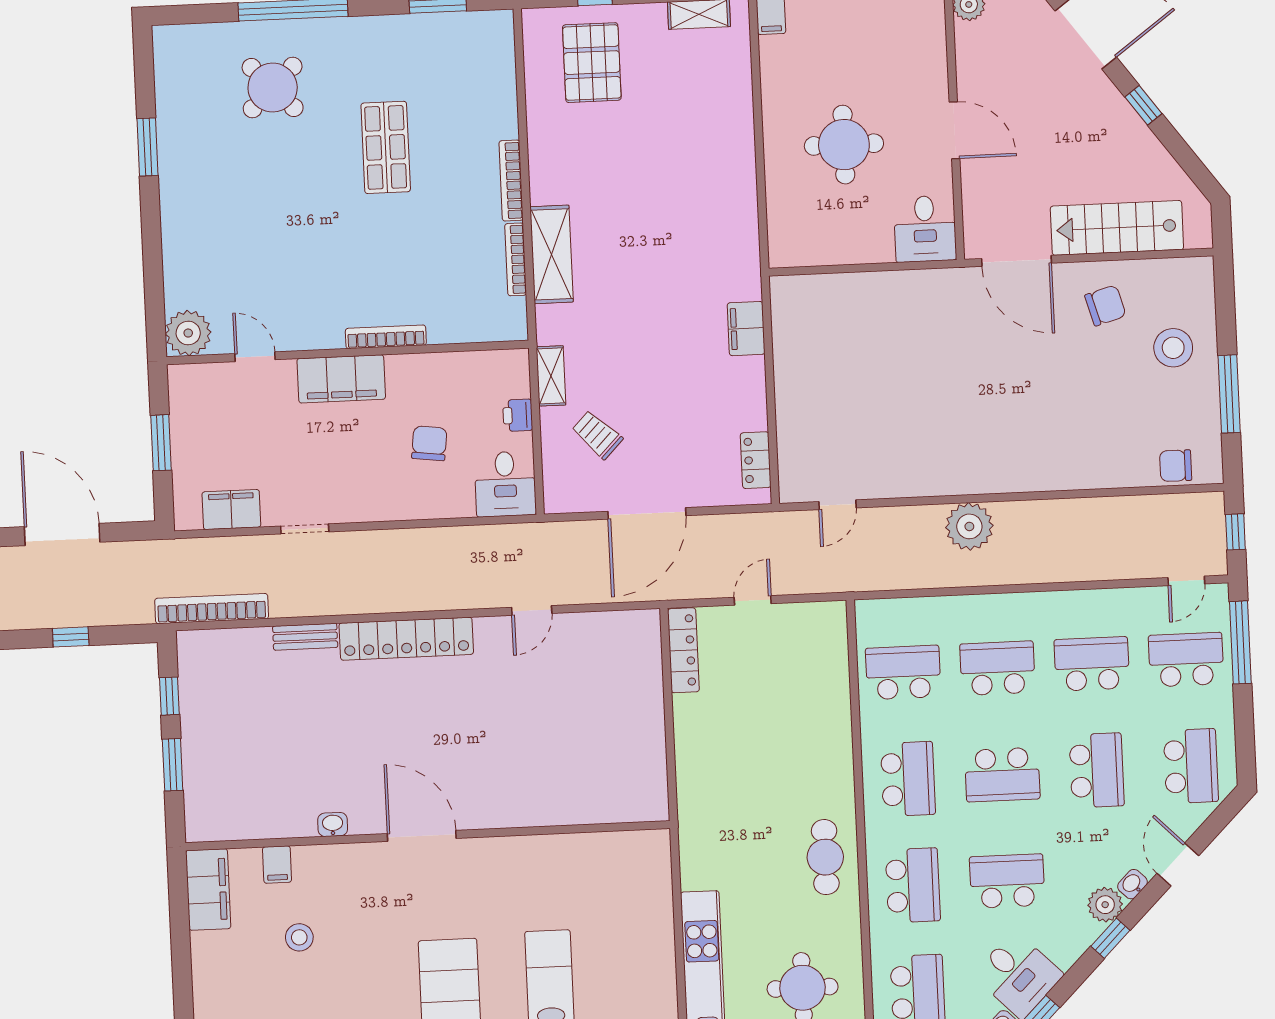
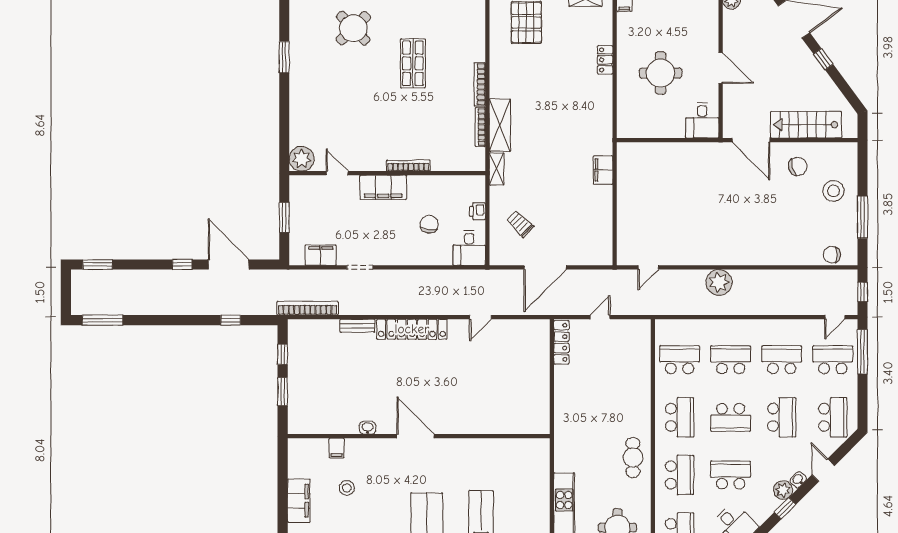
shelving: (551, 376) -> (497, 169), moved
locker: (756, 460) -> (605, 60), moved
filing cabinet: (208, 889) -> (299, 501), moved

